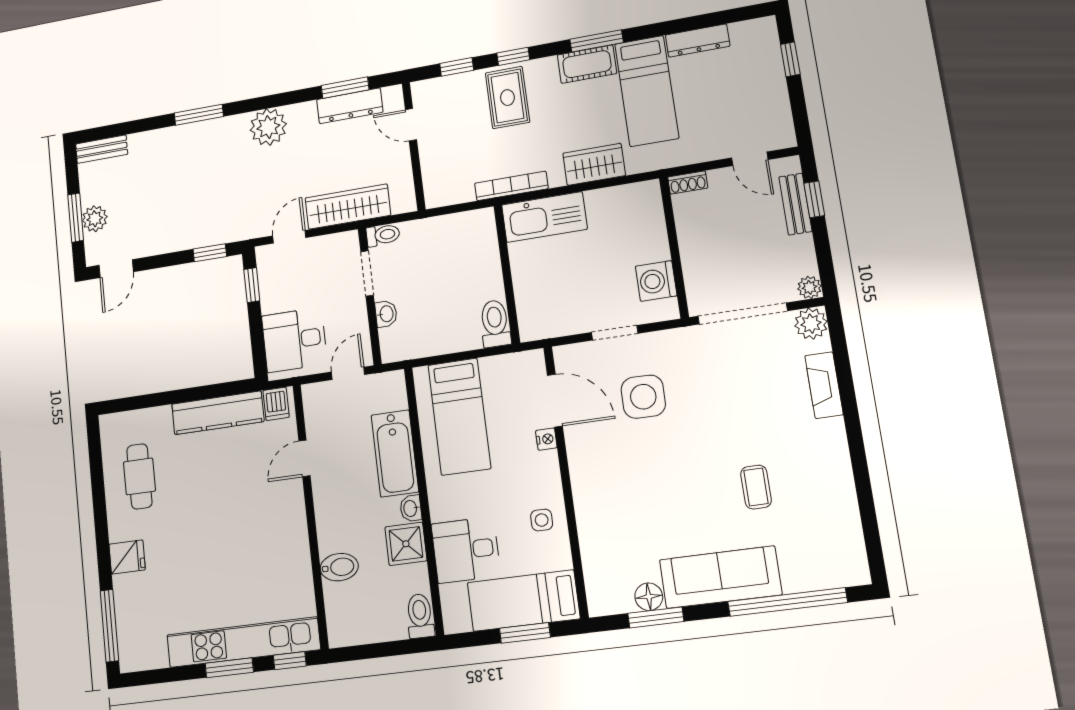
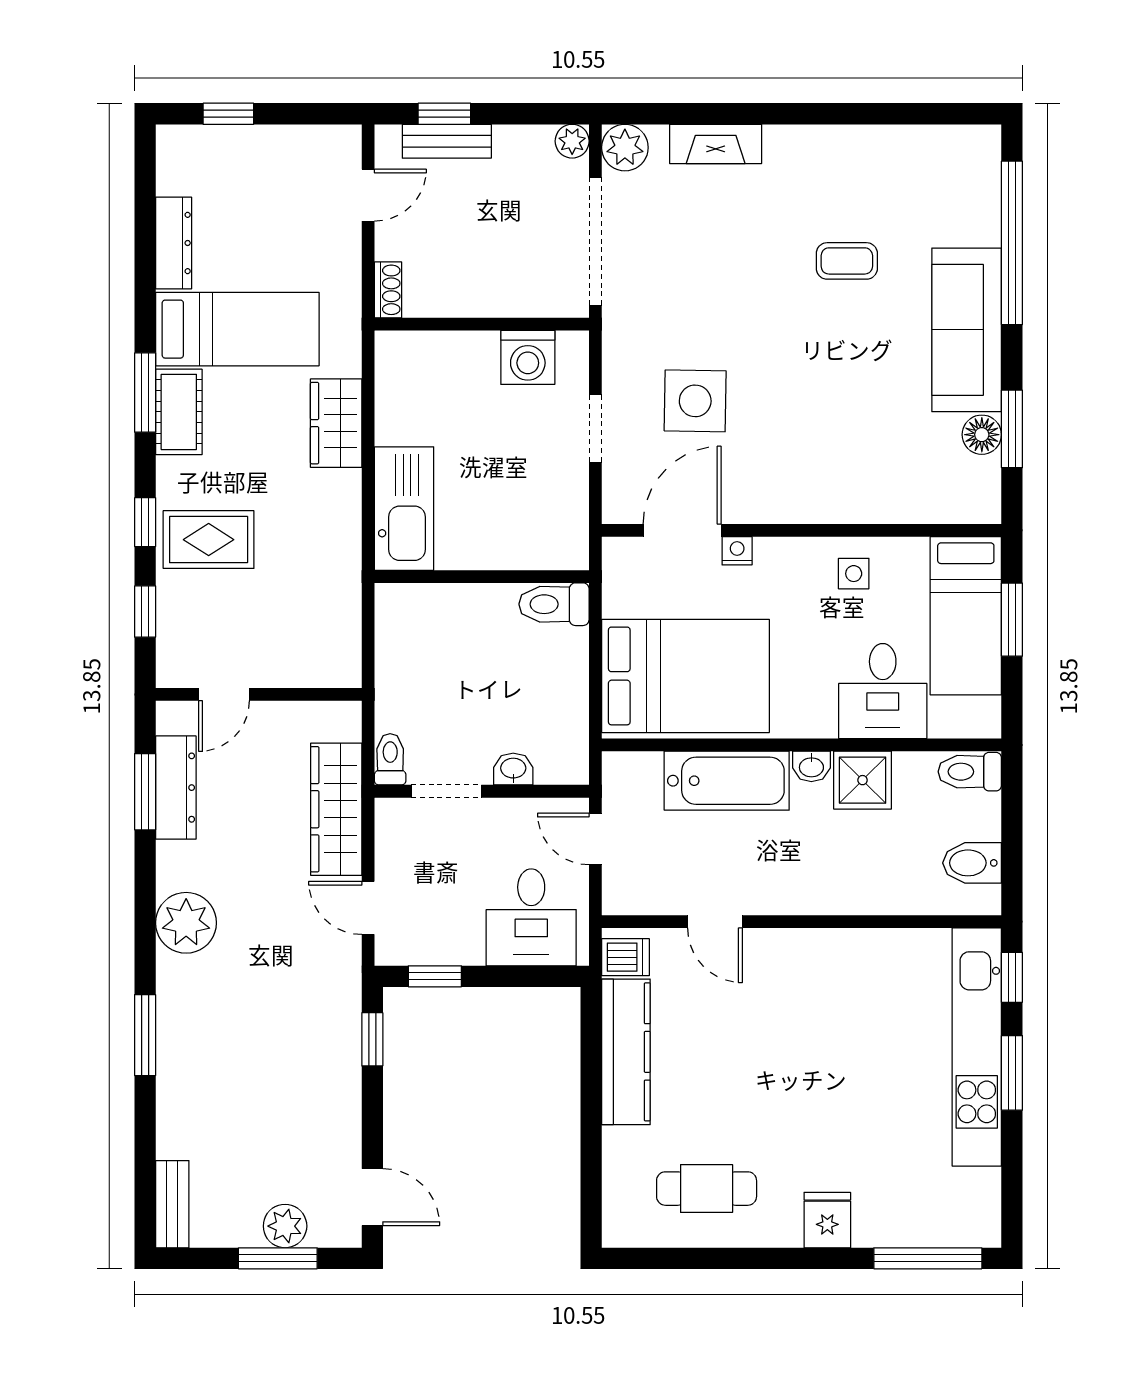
bookcase: (511, 186) -> (348, 552), removed
bed: (459, 417) -> (685, 676), width x1.50
bidet: (339, 567) -> (972, 863), moved, turned -90

